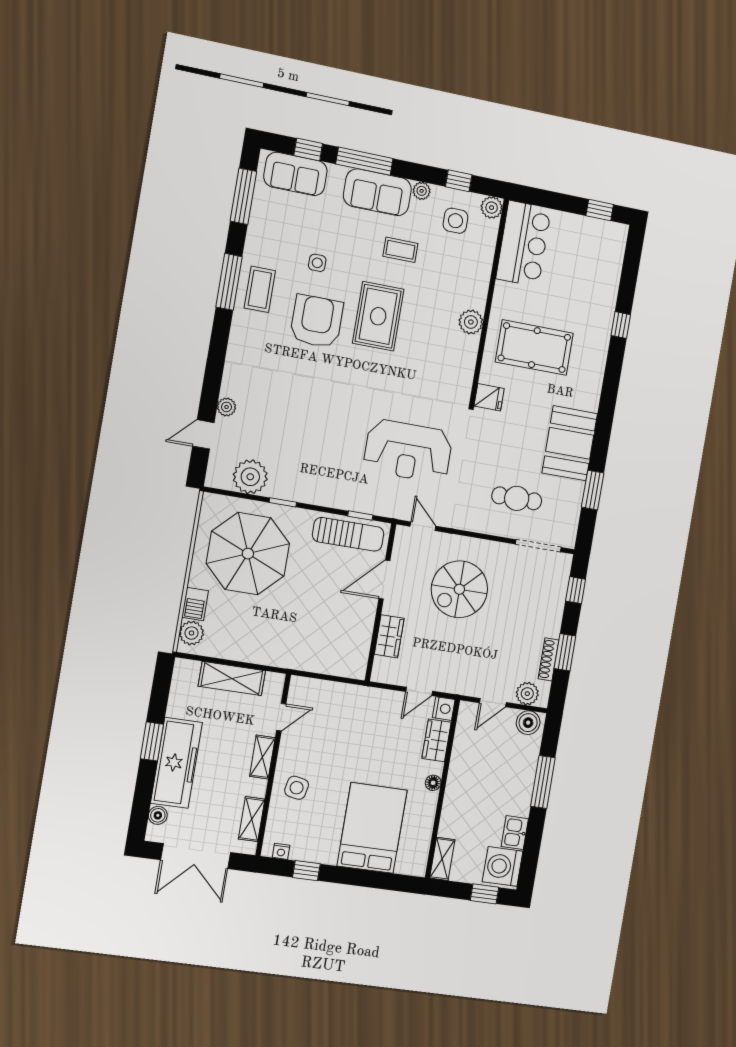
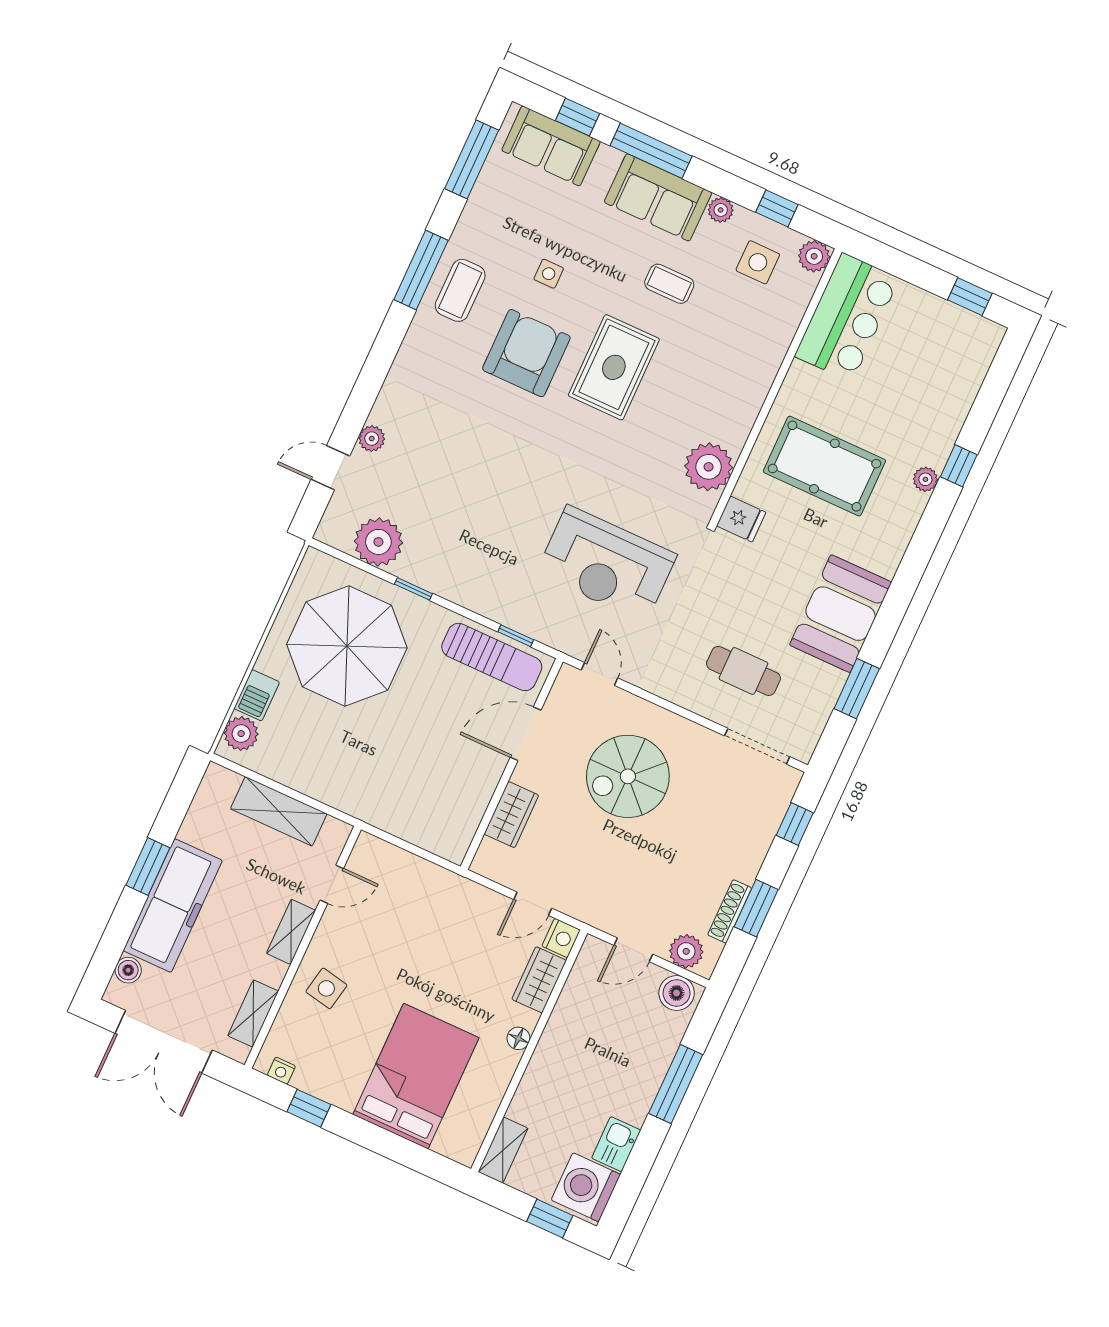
plant: (471, 322) -> (709, 467), moved, width x1.36, depth x1.36
plant: (602, 340) -> (925, 479), added

